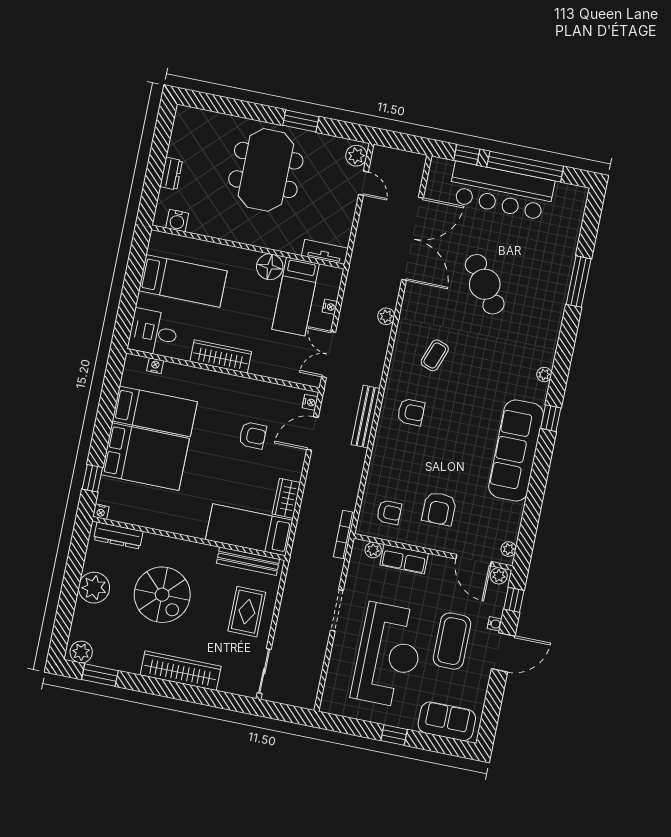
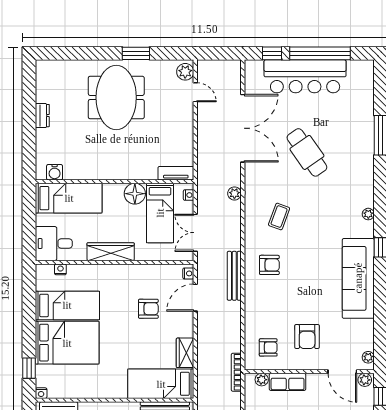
water cooler: (177, 221) -> (55, 172), moved
wall: (248, 247) -> (115, 182), moved
tv unit: (325, 252) -> (176, 173), moved
floor lamp: (270, 267) -> (135, 194), moved
bed: (296, 296) -> (160, 213), moved

